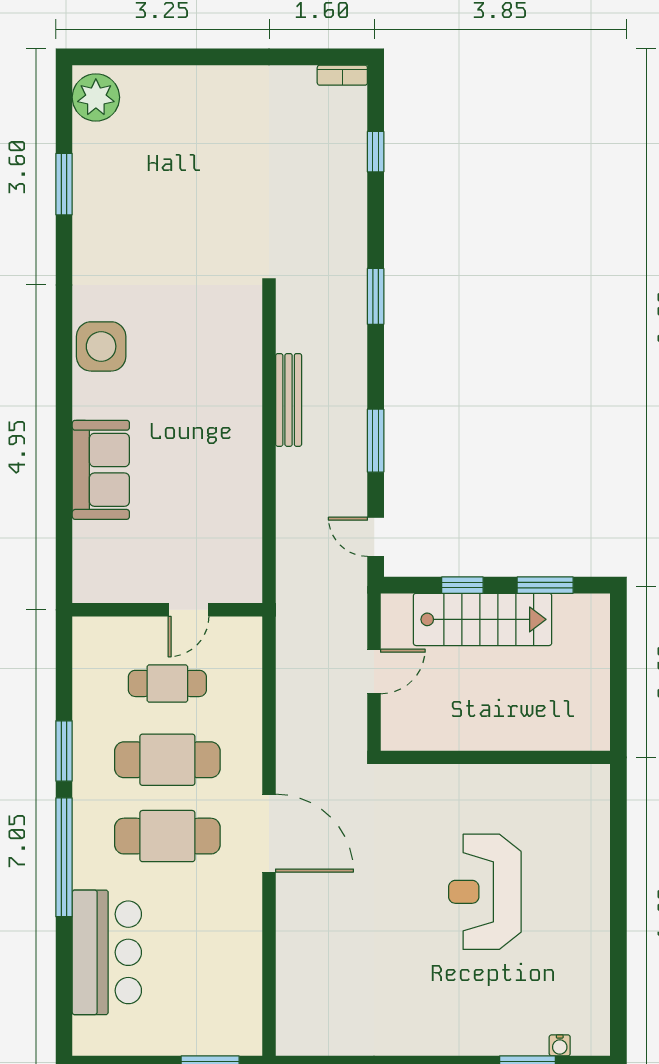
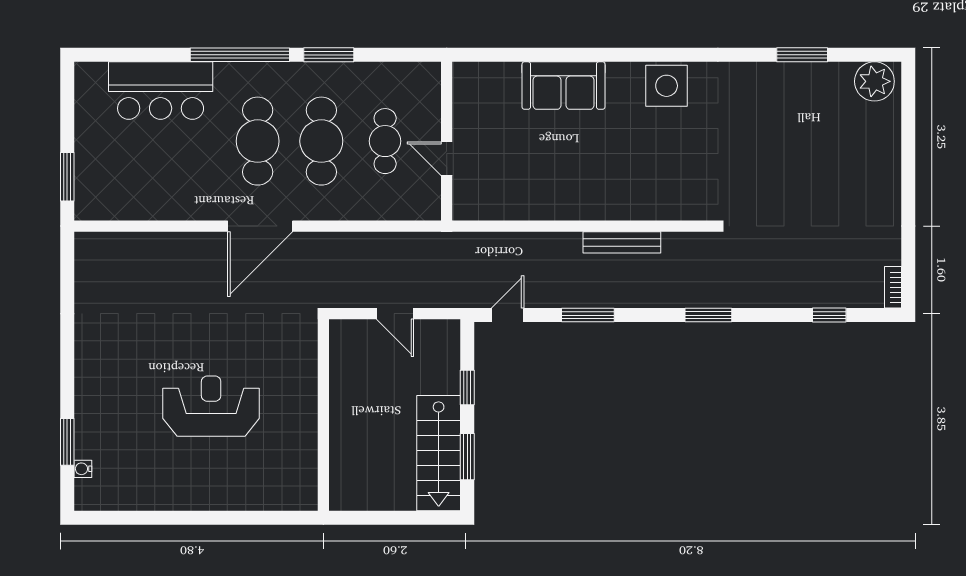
stairs: (483, 619) -> (439, 453), moved

